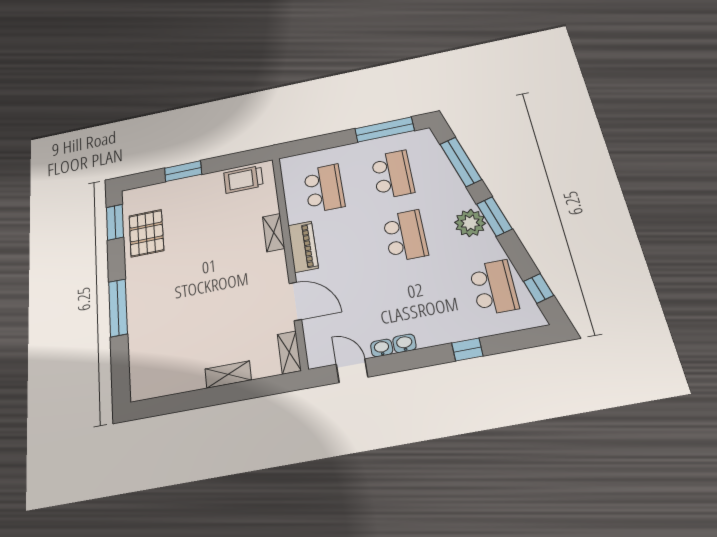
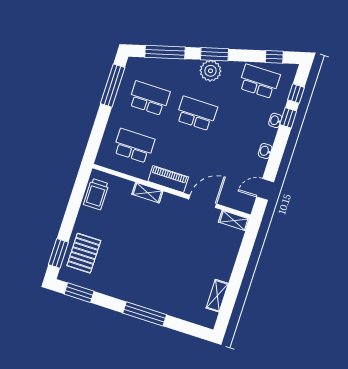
window: (183, 171) -> (58, 253), moved
pallet: (146, 233) -> (84, 253), moved, turned 90
window: (507, 342) -> (296, 94), added
washbasin: (382, 348) -> (275, 120), moved
shelving: (228, 375) -> (217, 296), moved

